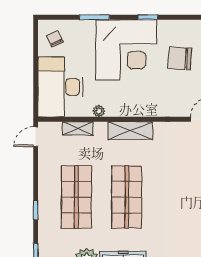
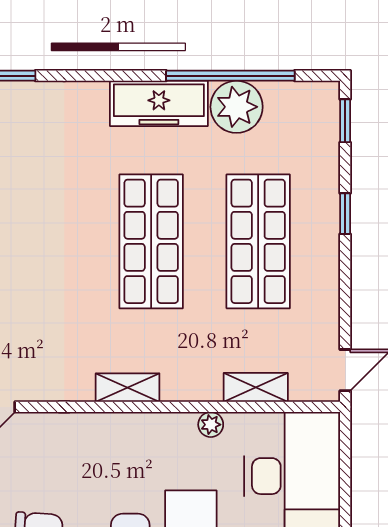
shelving: (130, 131) -> (128, 388), width x0.67, depth x0.75

